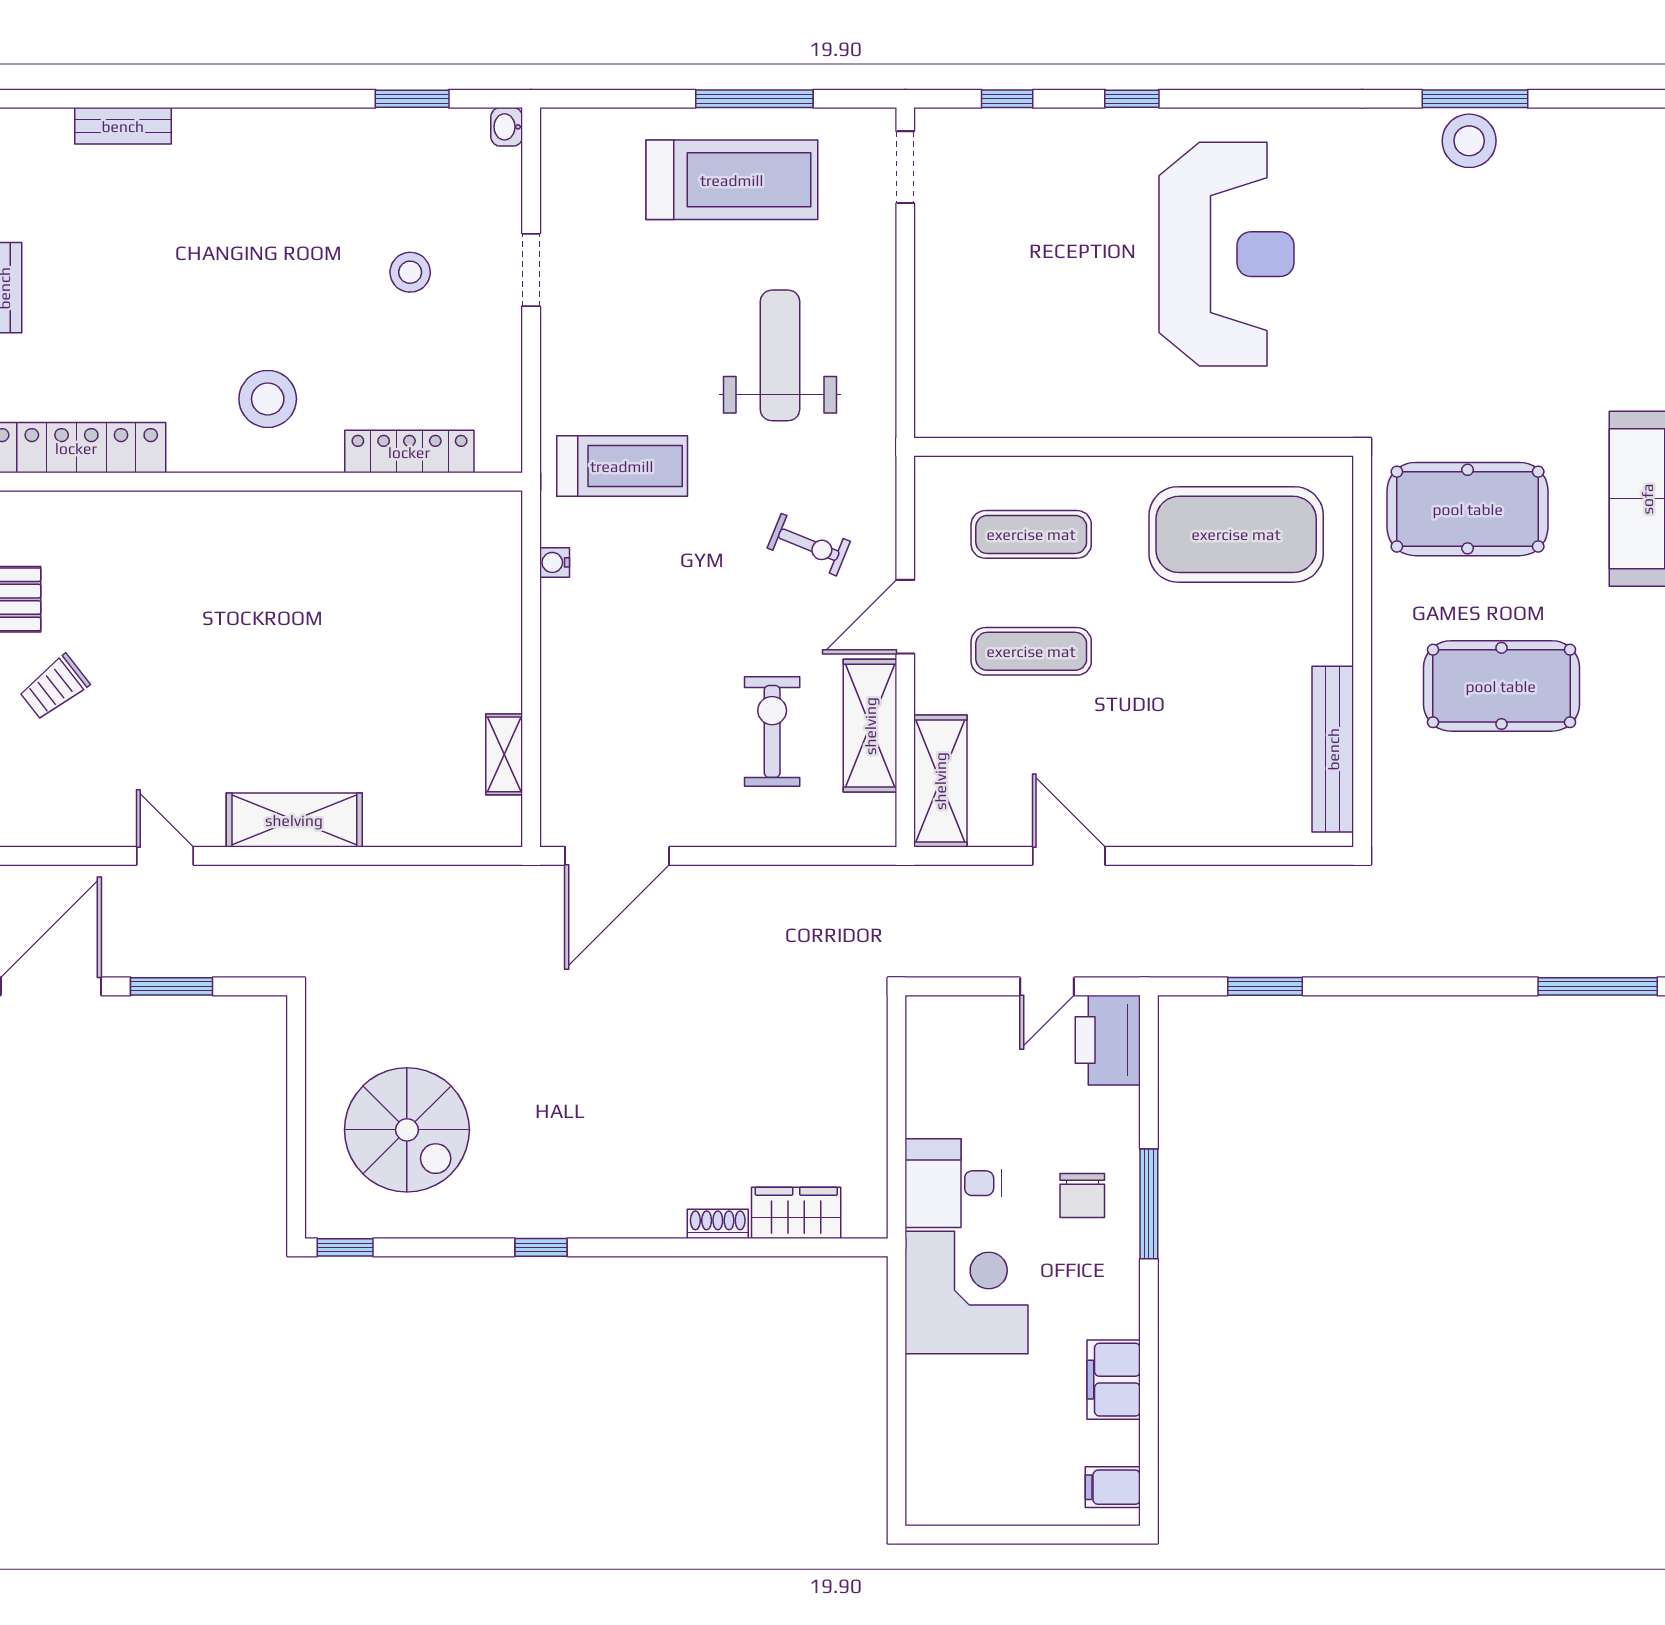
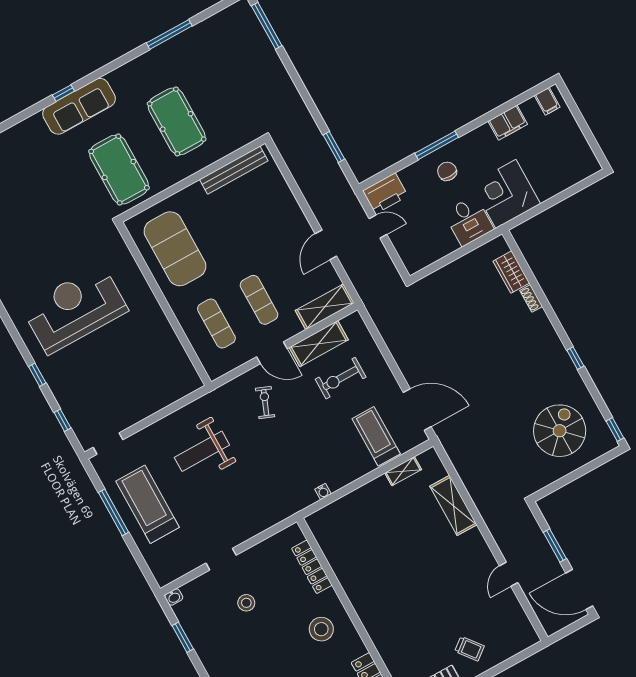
treadmill: (622, 466) -> (376, 436), moved
shelving: (294, 820) -> (453, 505), moved
chair: (1082, 1196) -> (447, 171), turned -90

